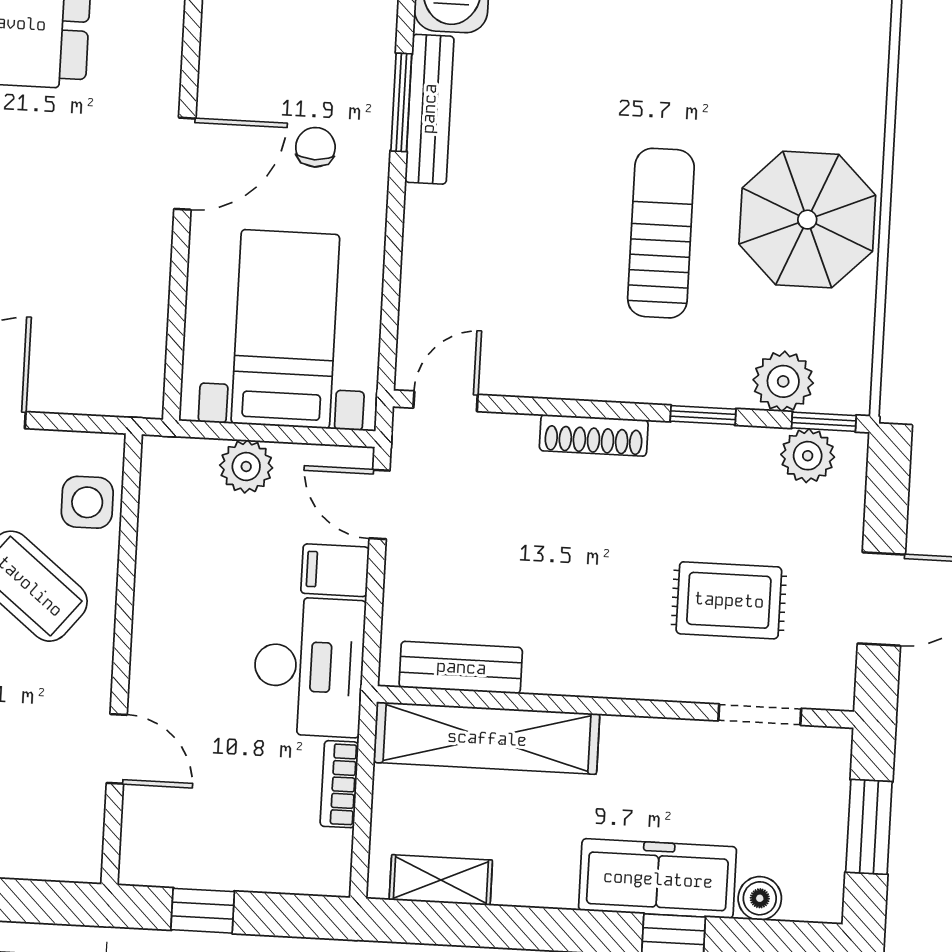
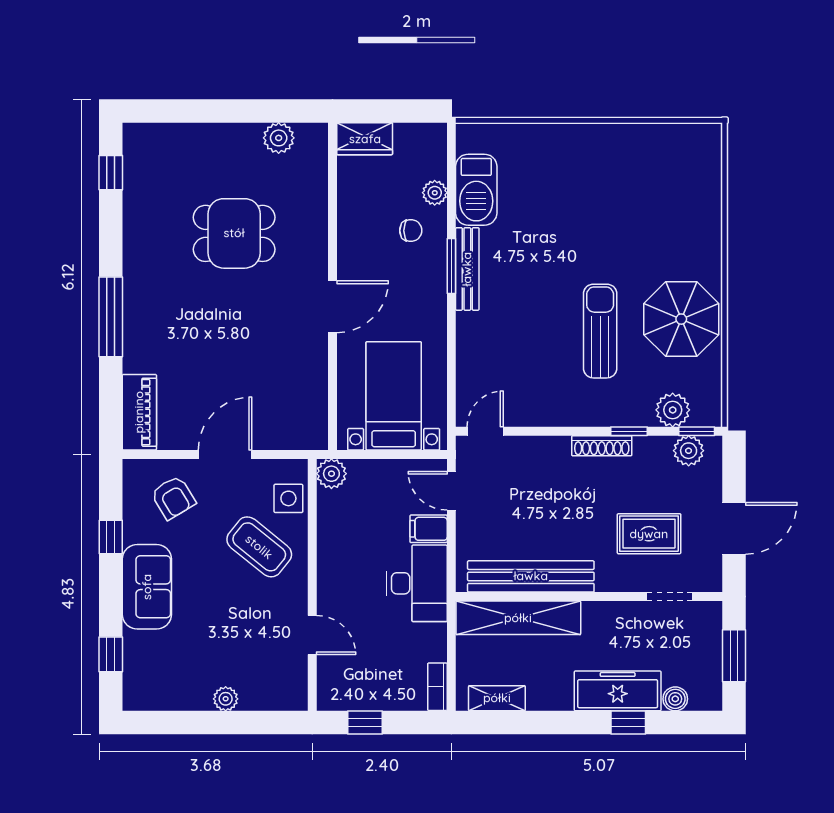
chair: (315, 147) -> (411, 231), moved, turned 90
shoe rack: (594, 435) -> (602, 446), moved
plant: (246, 466) -> (331, 474), moved
bench: (461, 667) -> (531, 576), width x1.86, depth x1.21
bookcase: (339, 784) -> (437, 687), moved

